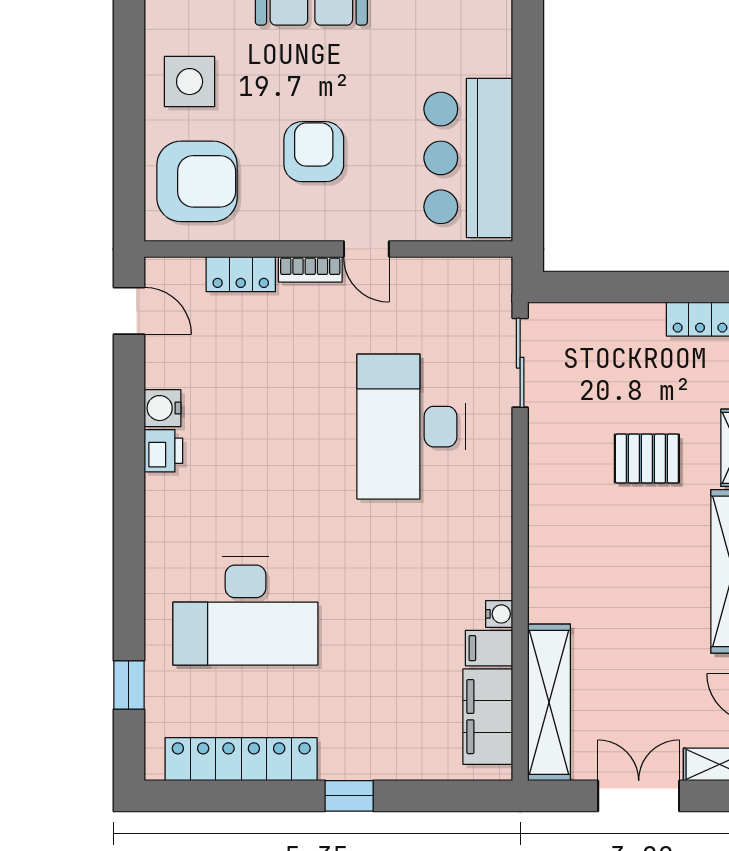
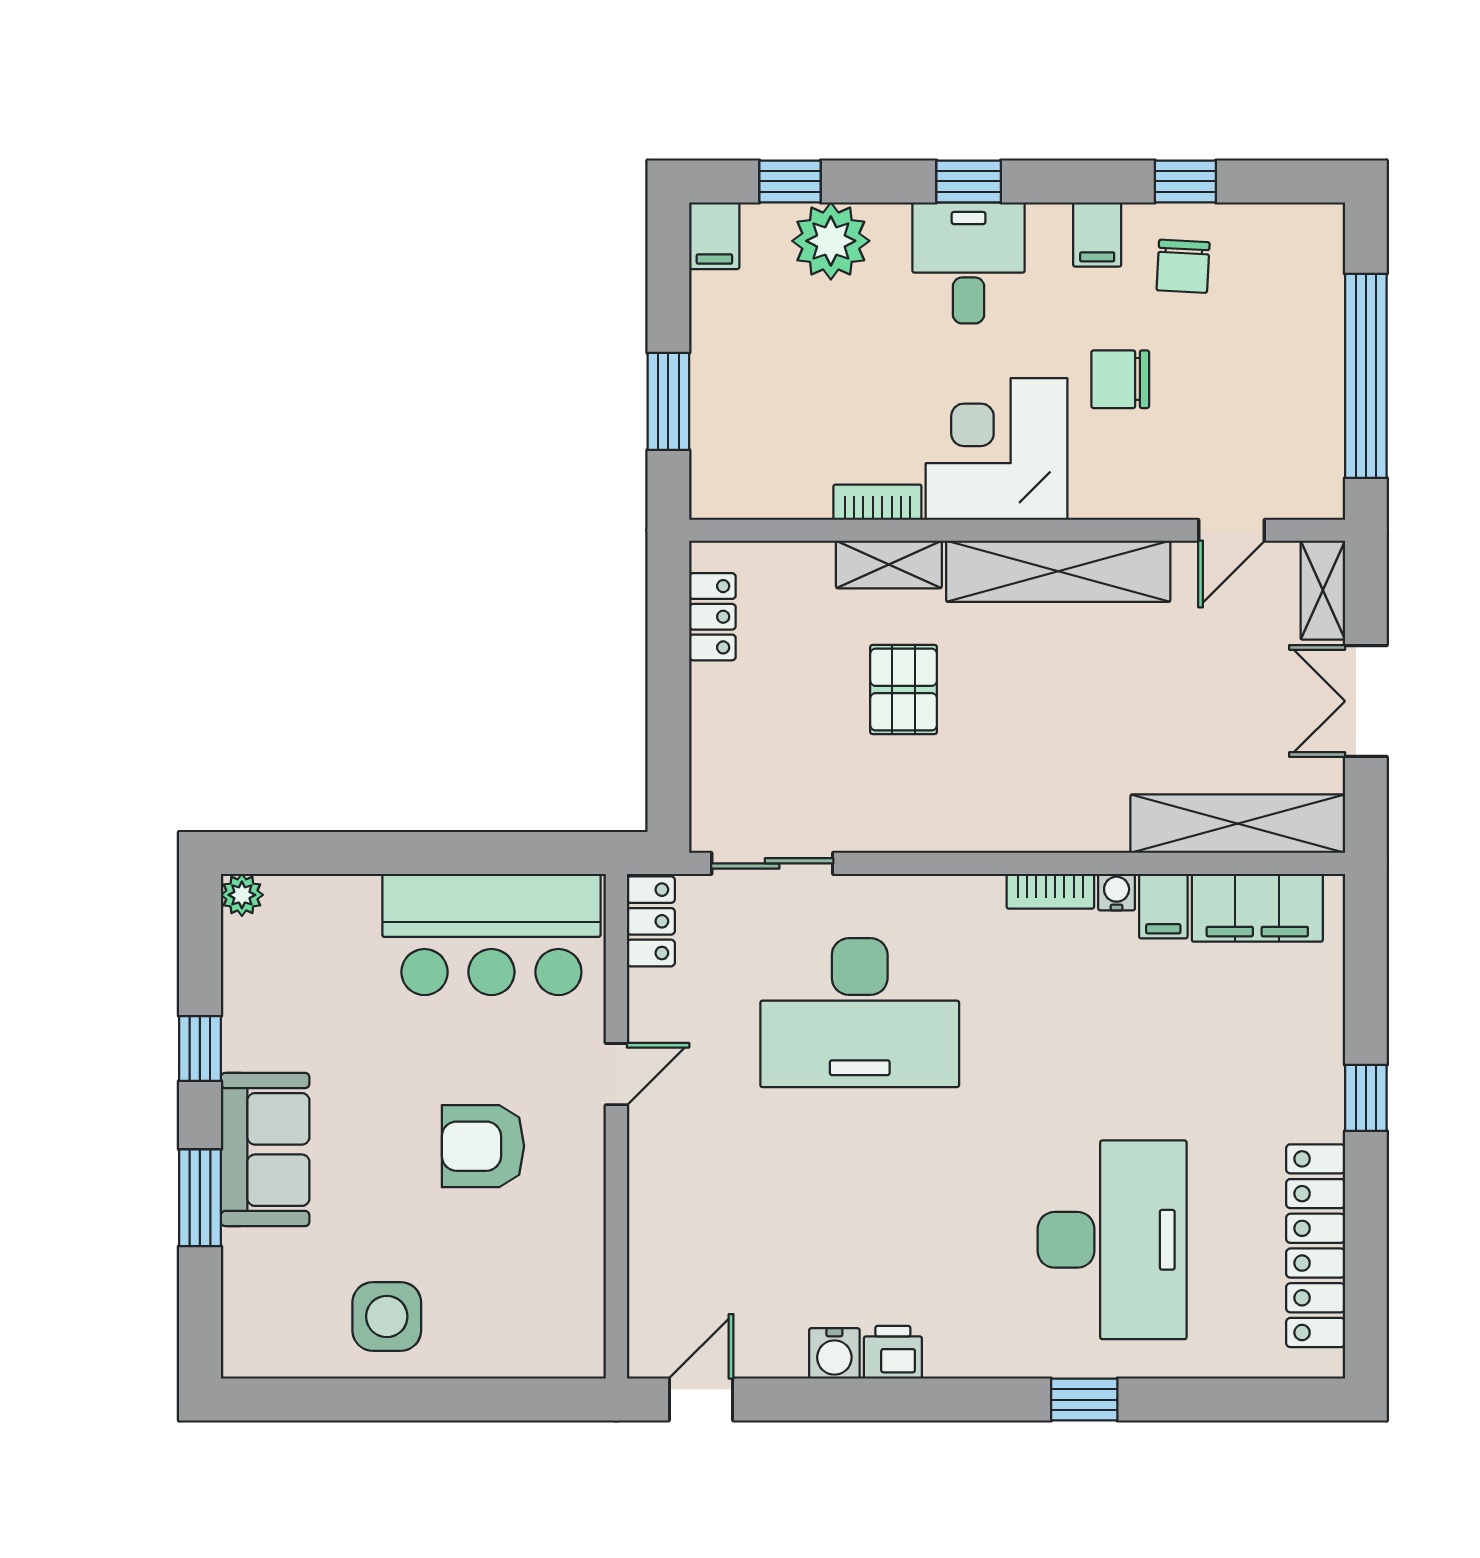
armchair: (197, 181) -> (524, 1306), removed
bookcase: (310, 269) -> (1050, 891), moved, turned 90
locker: (241, 274) -> (651, 921), moved
window: (129, 685) -> (1084, 1400), moved

